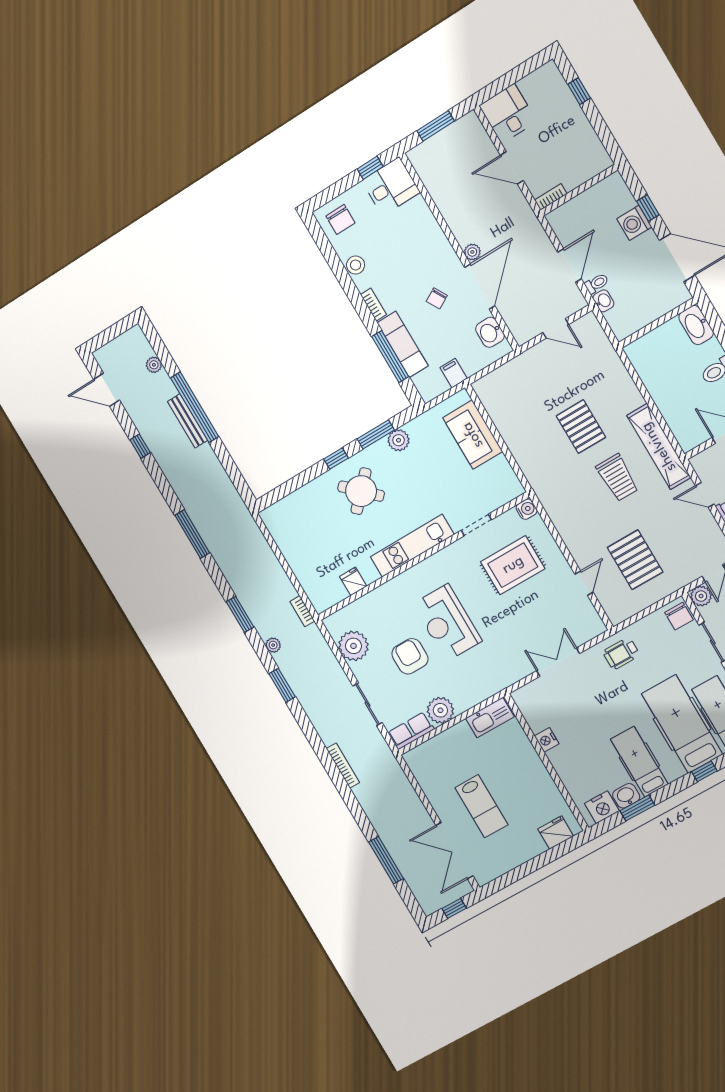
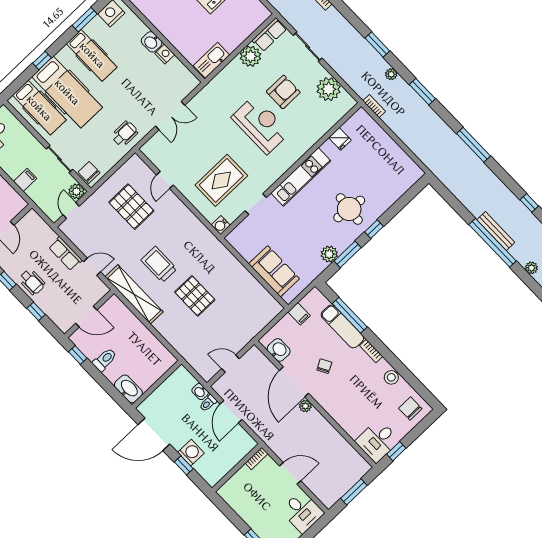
round table: (361, 491) -> (349, 209), turned -38
armchair: (410, 656) -> (283, 92), turned -90
washbasin: (626, 796) -> (152, 42), moved, turned 90

